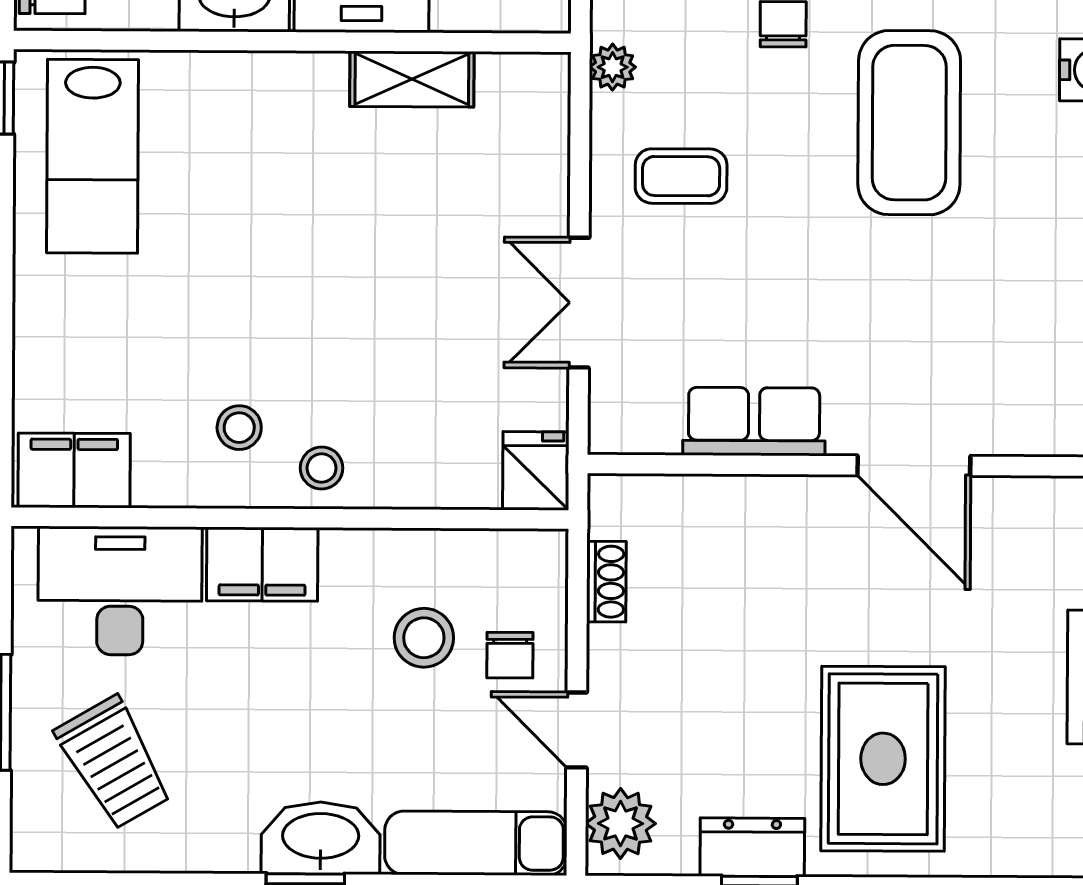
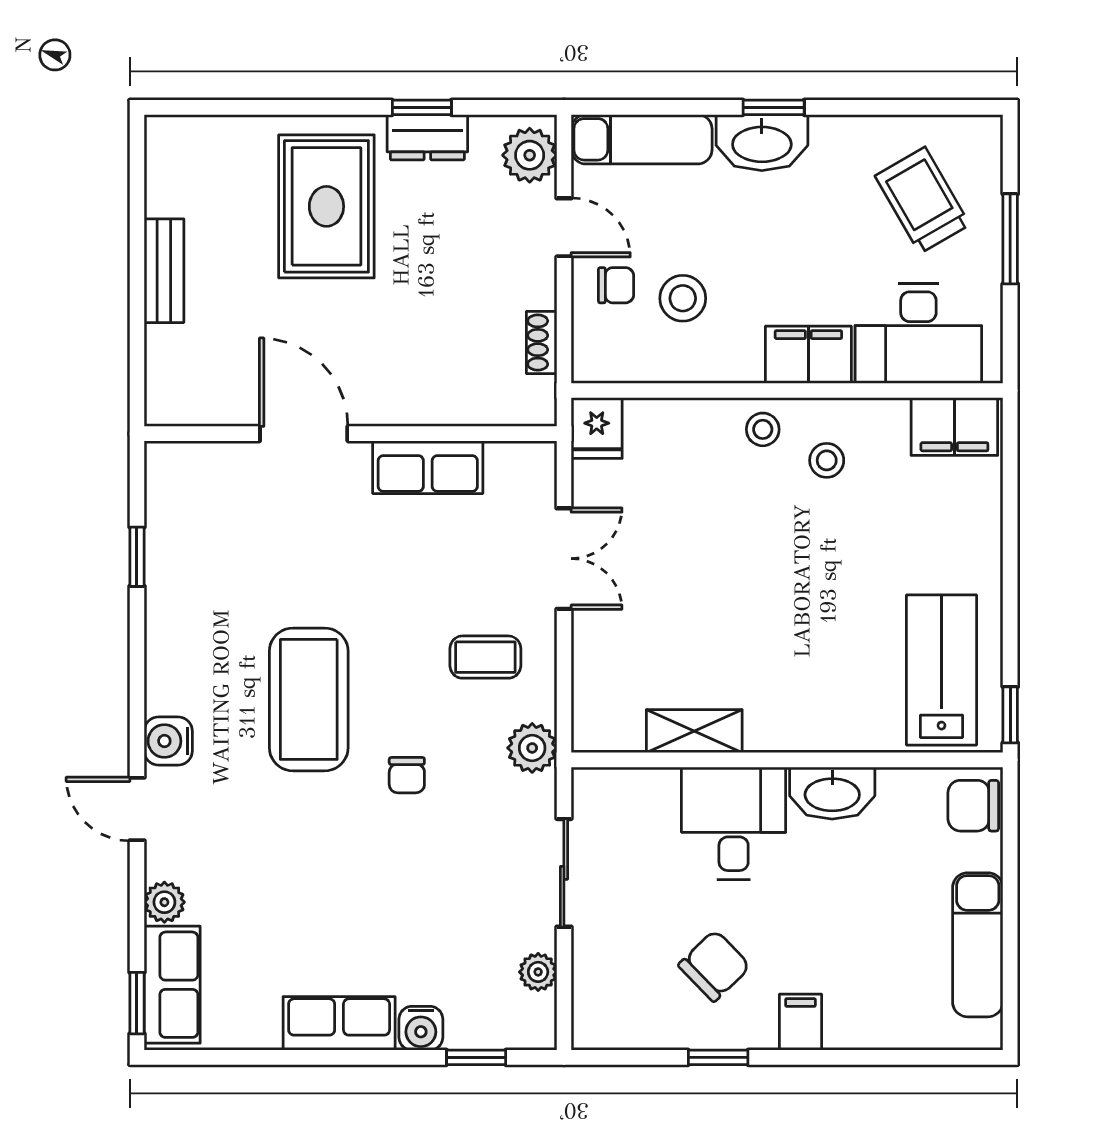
plant: (613, 67) -> (532, 748), width x1.38, depth x1.38
chair: (510, 655) -> (616, 285), turned 90

